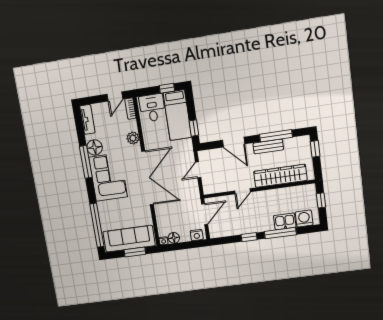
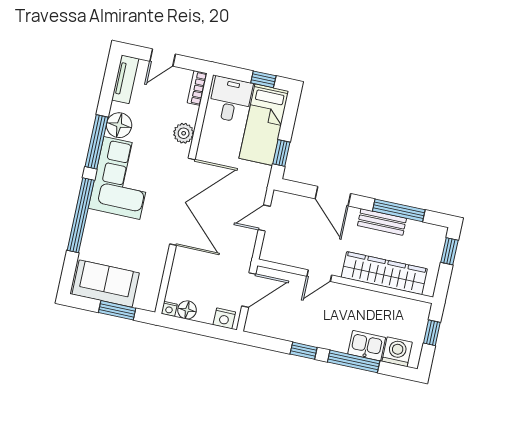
door: (115, 96) -> (163, 58), moved
window: (97, 225) -> (81, 215), moved
sofa: (129, 239) -> (106, 284), width x0.73

